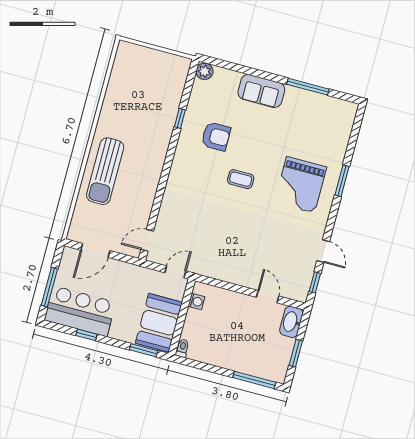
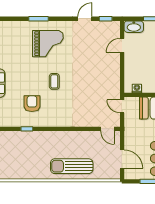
sun lounger: (105, 171) -> (72, 166), turned 180

